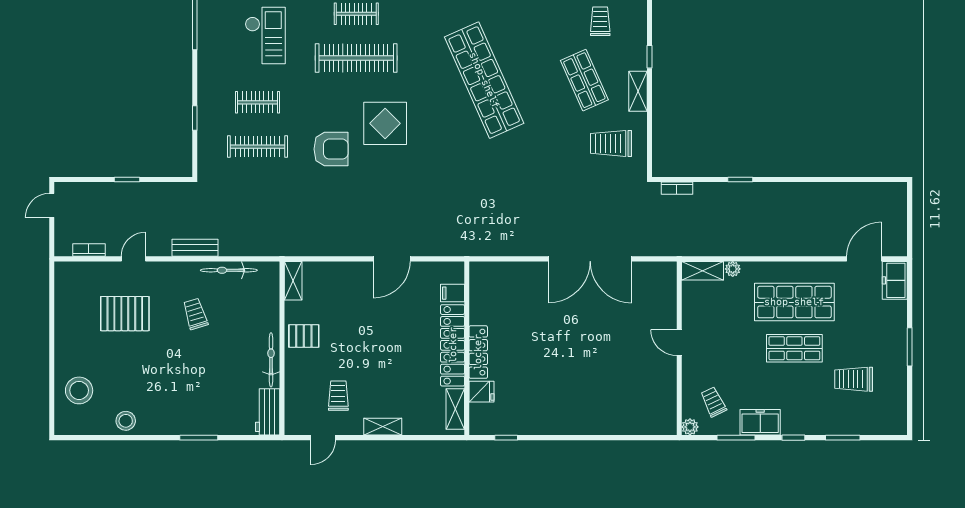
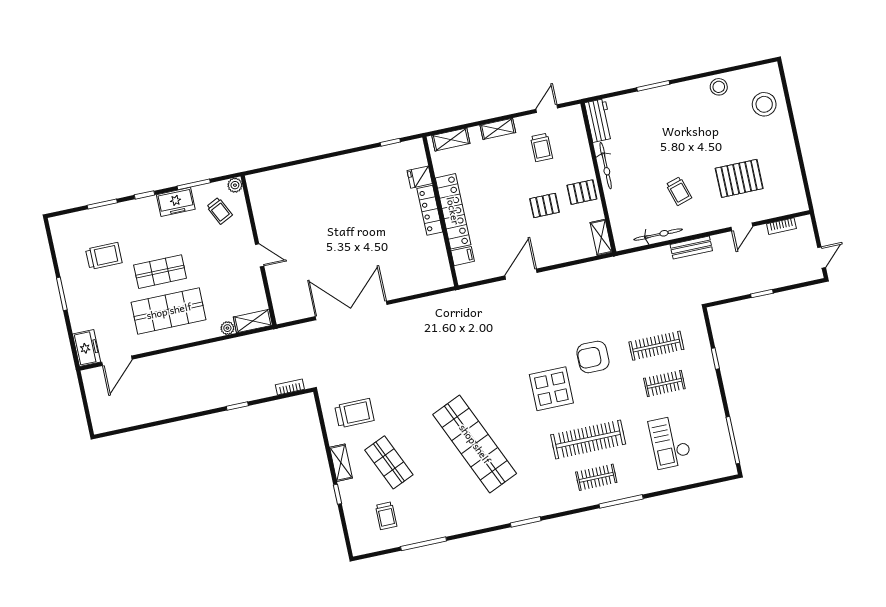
pallet: (349, 330) -> (545, 205), added
shelving: (455, 409) -> (451, 140), moved, turned 90

